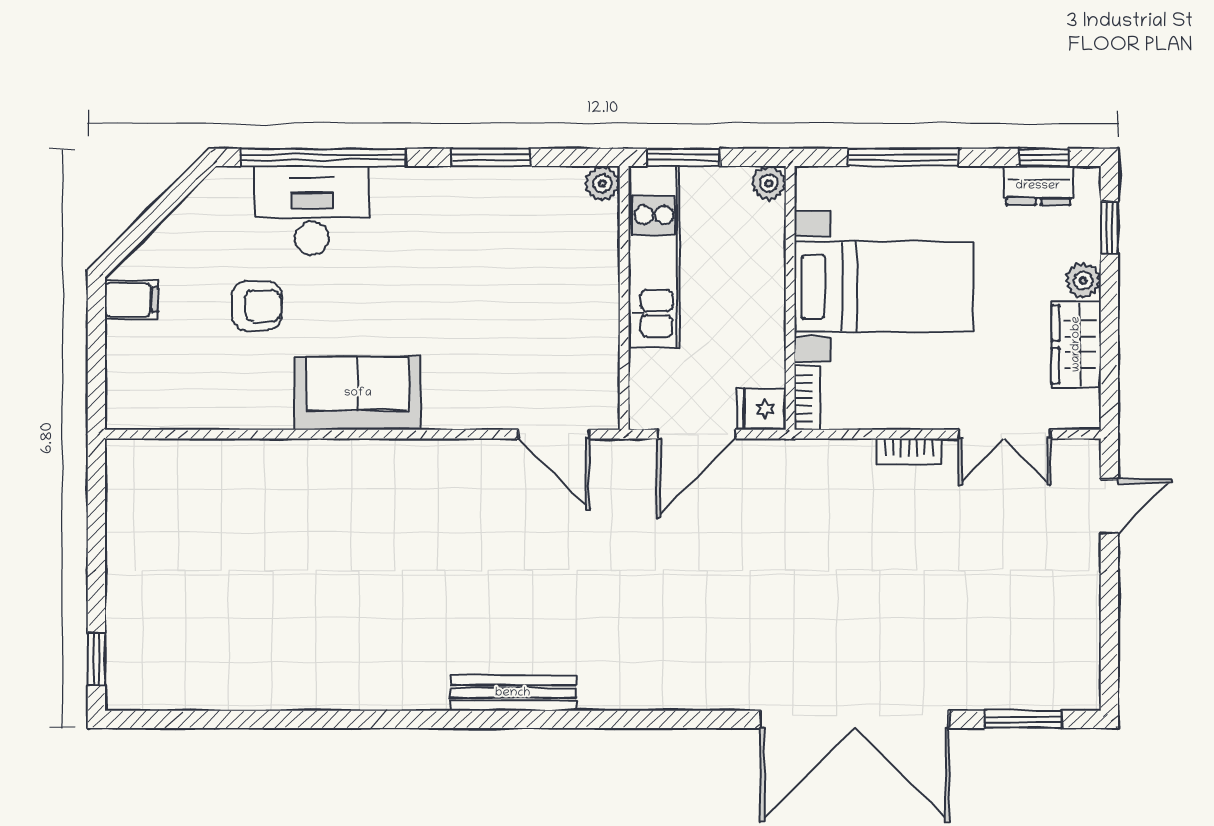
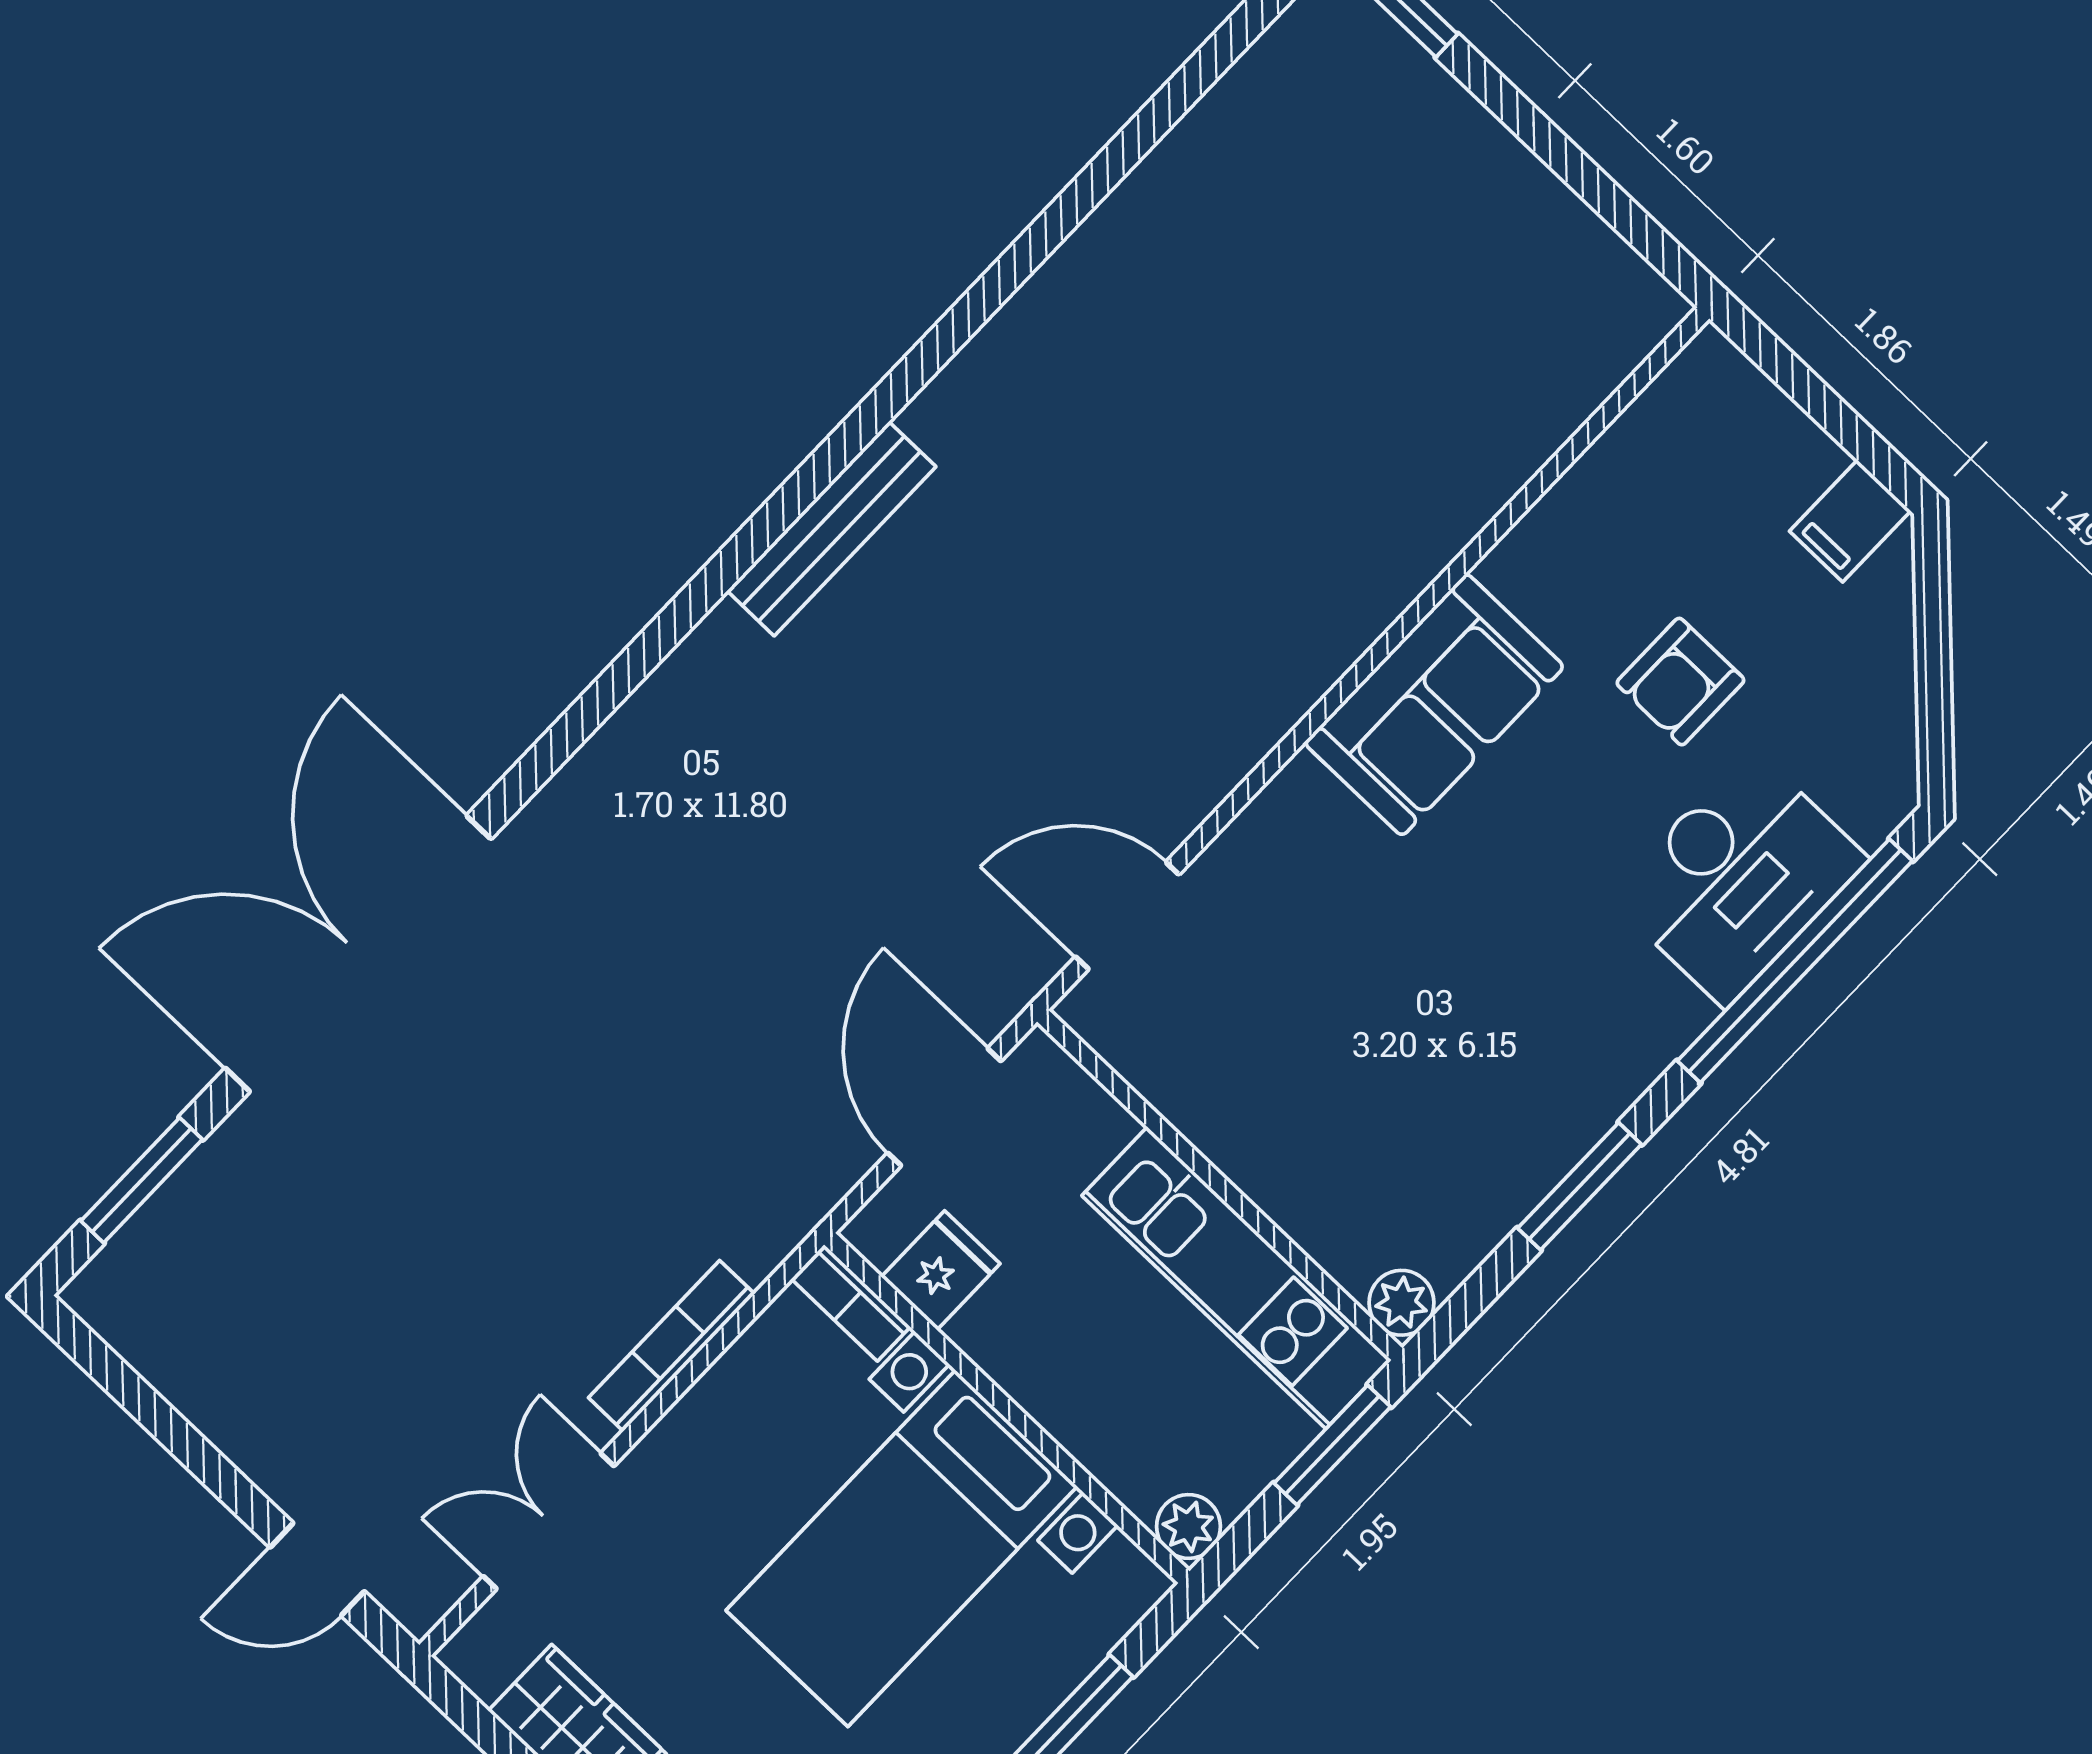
fridge: (761, 409) -> (941, 1270), moved
bookcase: (909, 451) -> (672, 1346), width x1.56
door: (1109, 506) -> (317, 1569), hinge flipped

